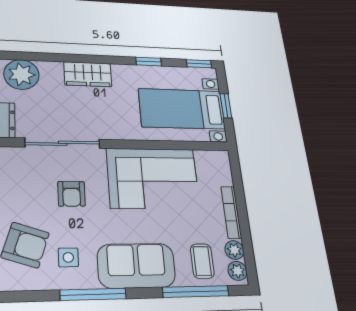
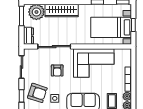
wardrobe: (88, 74) -> (62, 10), width x1.50

